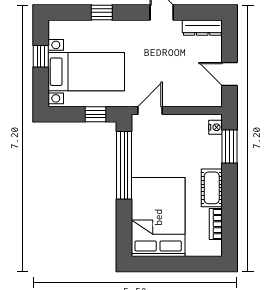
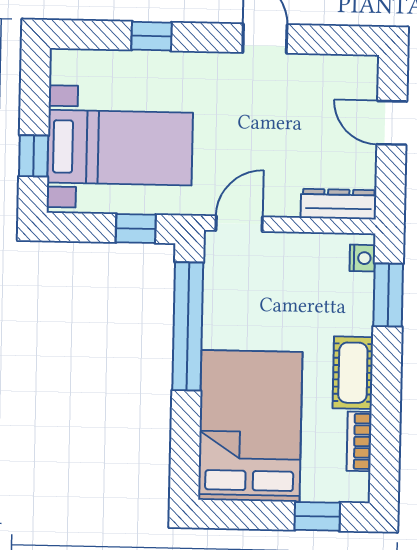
dresser: (202, 28) -> (339, 204), moved, turned 180
window: (41, 56) -> (34, 156), moved
door: (229, 74) -> (392, 123), moved
window: (194, 264) -> (317, 516), added

